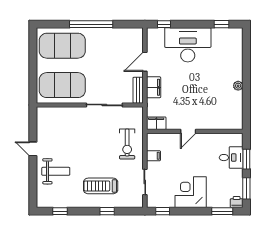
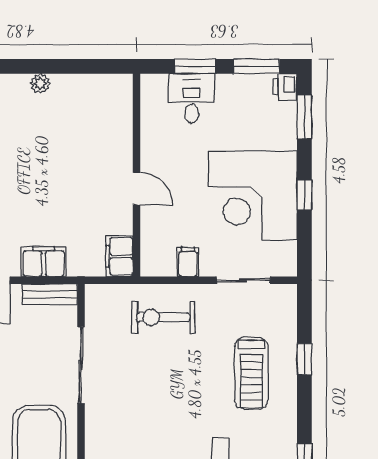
exercise bike: (127, 144) -> (163, 317), turned 180
corner desk: (191, 192) -> (253, 195), width x1.36, depth x1.36
window: (163, 211) -> (304, 195), moved

